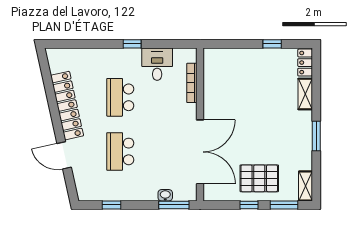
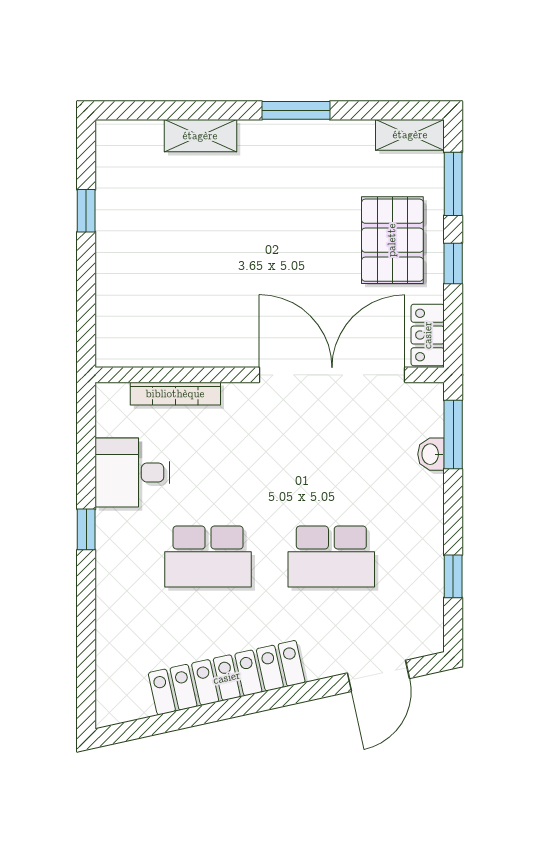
locker: (305, 63) -> (428, 335), moved, turned 90
door: (64, 155) -> (378, 676), moved

